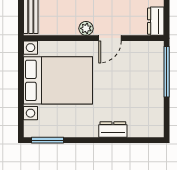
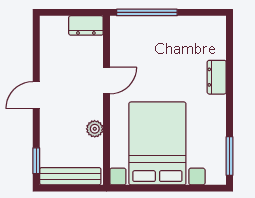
plant: (86, 28) -> (95, 129), moved
door: (110, 38) -> (107, 81), hinge flipped

